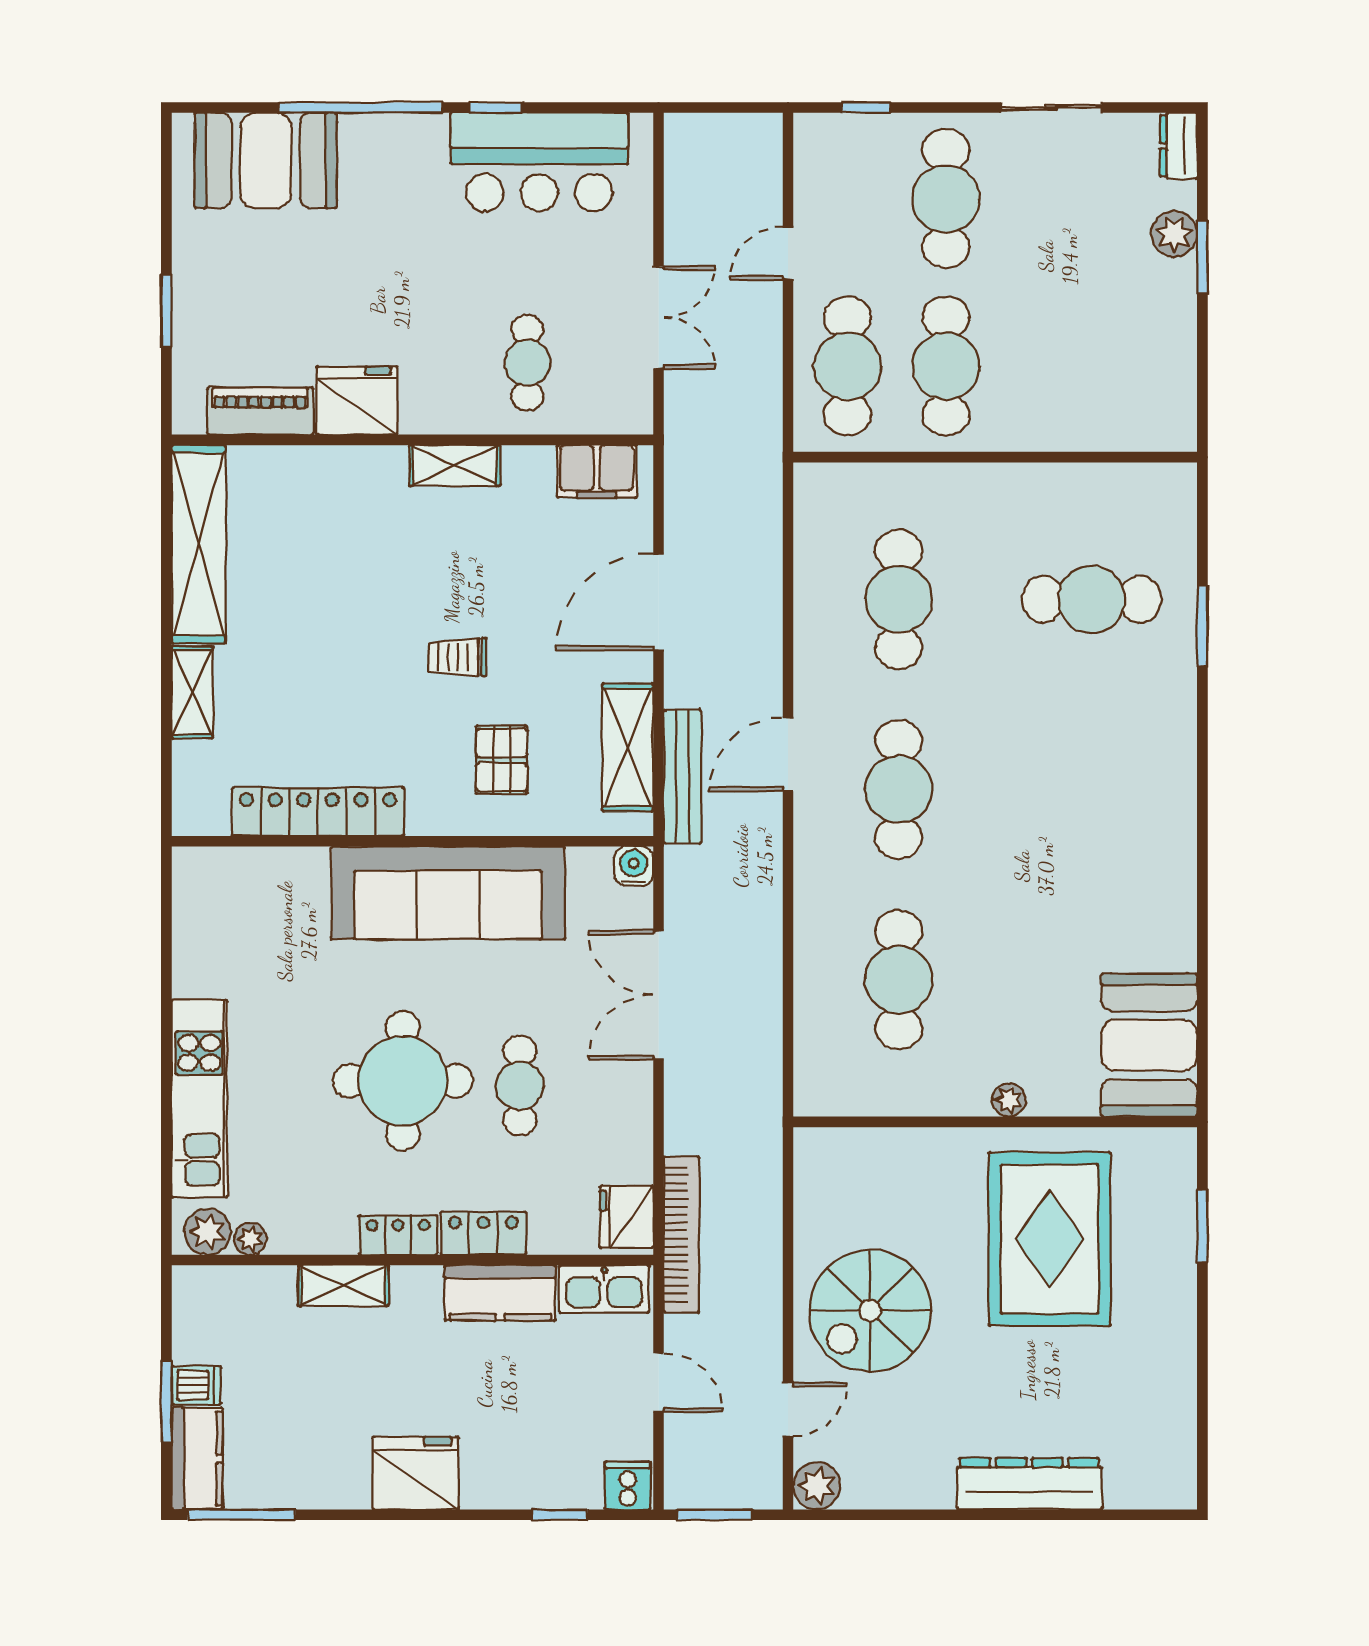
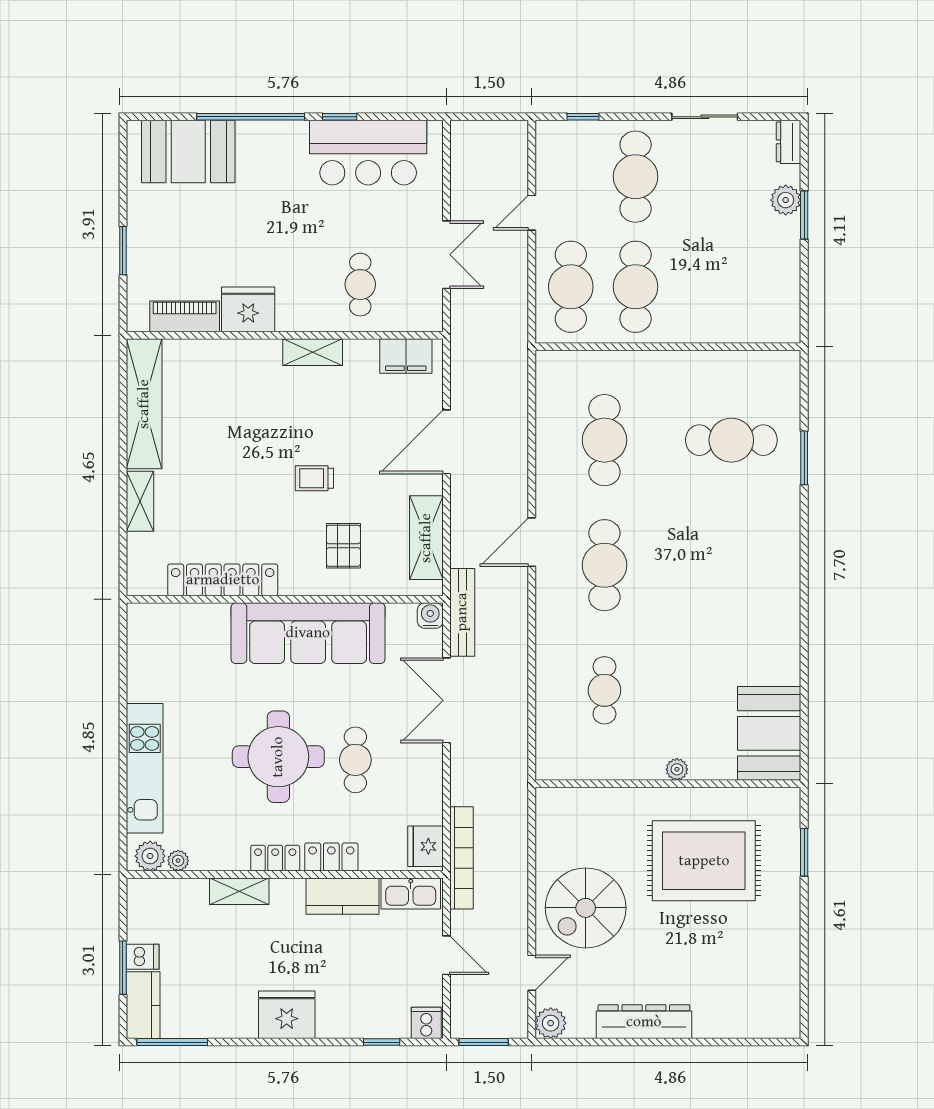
bench: (682, 777) -> (462, 612), moved
cafe table: (899, 980) -> (604, 690), width x0.73, depth x0.74
rug: (1050, 1239) -> (704, 861), turned 90
dresser: (1029, 1484) -> (644, 1022), moved

